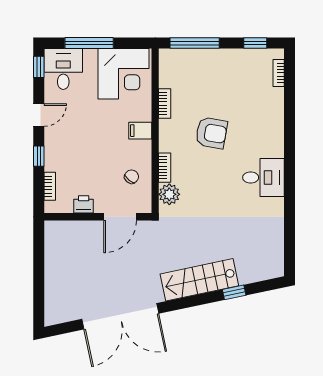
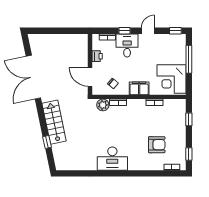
window: (195, 43) -> (189, 119), width x0.46
desk: (63, 69) -> (127, 45), moved, turned -90
door: (39, 115) -> (148, 31), swing flipped
filing cabinet: (140, 131) -> (139, 88), width x2.00
armchair: (211, 133) -> (157, 145), moved, turned -100
desk: (263, 177) -> (112, 159), width x1.37

